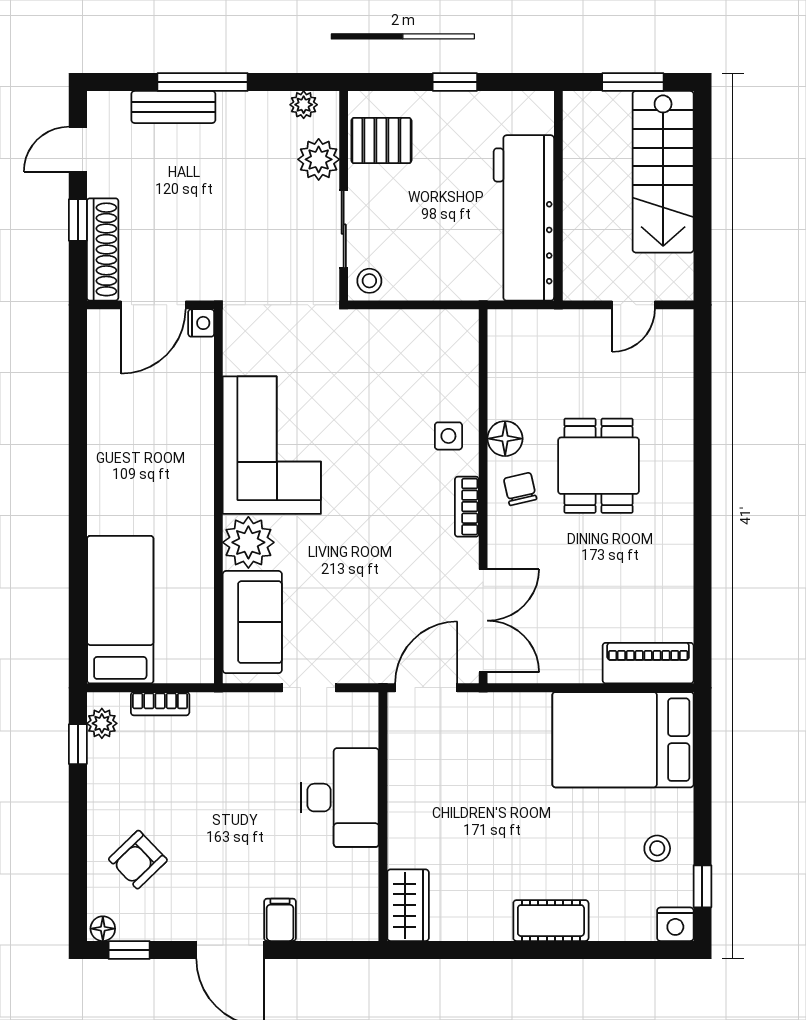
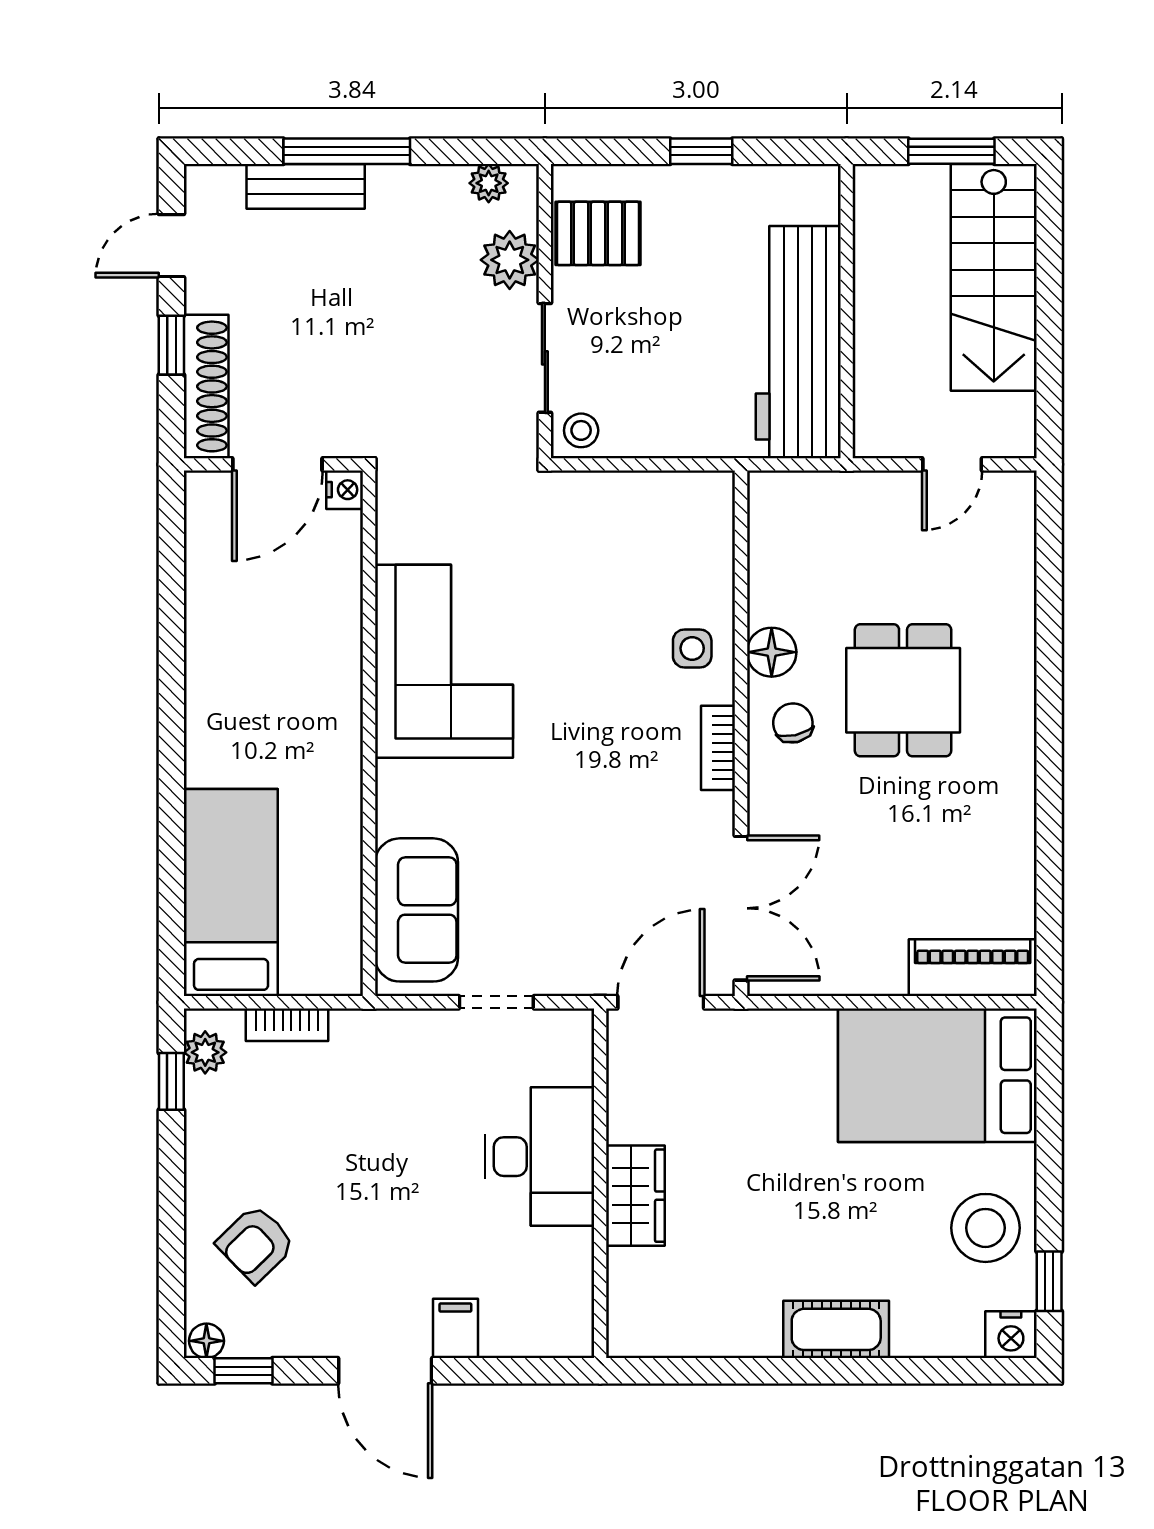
plant: (248, 542) -> (411, 798), removed
stool: (657, 848) -> (985, 1228), width x1.89, depth x1.89
wardrobe: (408, 905) -> (635, 1196), moved

